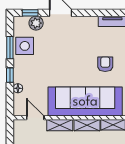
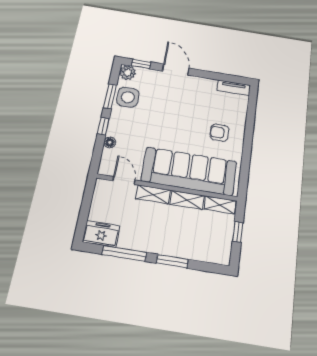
plant: (36, 23) -> (128, 73), moved
armchair: (105, 64) -> (219, 133), turned -90

